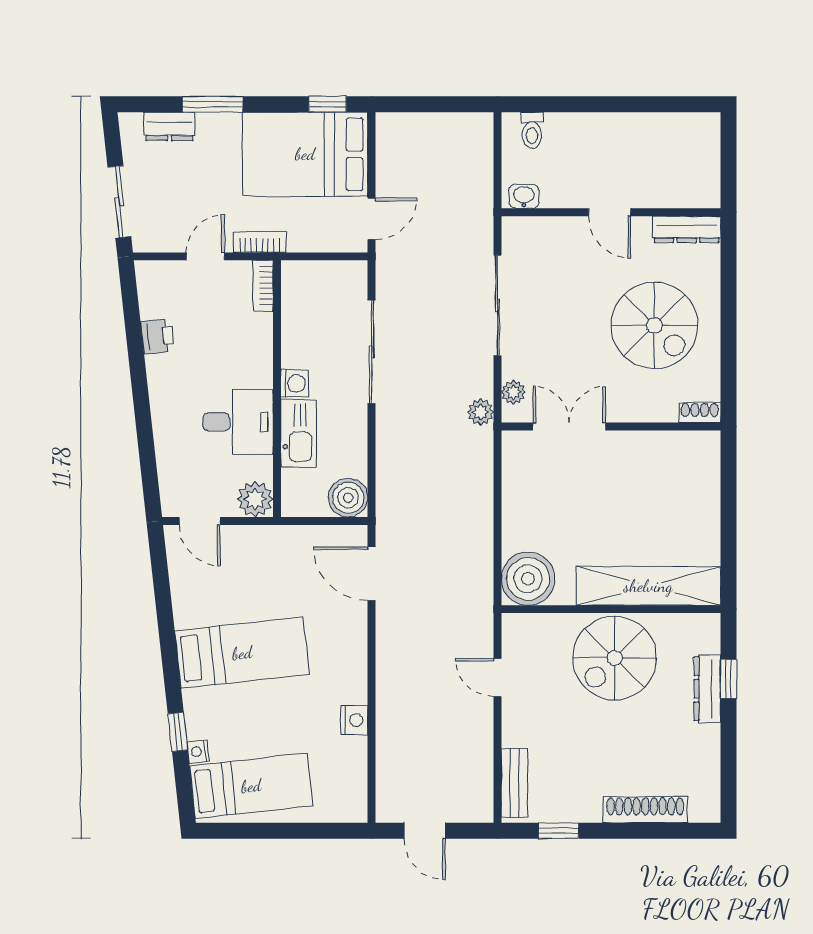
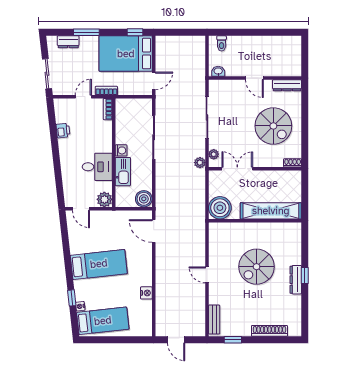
boiler: (528, 579) -> (220, 208), moved
shelving: (648, 586) -> (271, 211), moved
wall: (611, 609) -> (255, 221), moved

